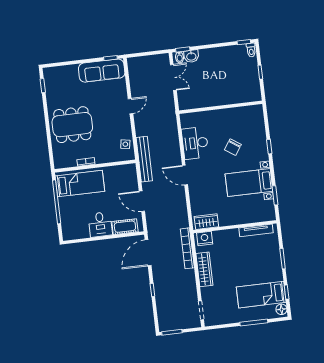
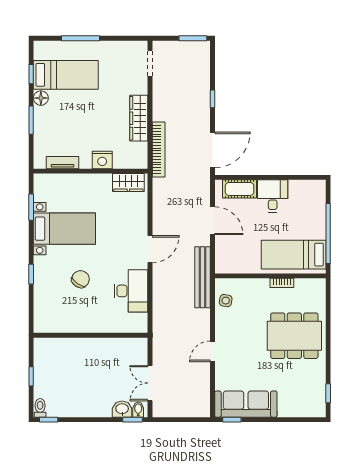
door: (185, 175) -> (150, 249), hinge flipped
tv unit: (256, 230) -> (62, 163), width x0.71
nightstand: (205, 239) -> (102, 160), moved
floor lamp: (281, 309) -> (41, 98), moved

